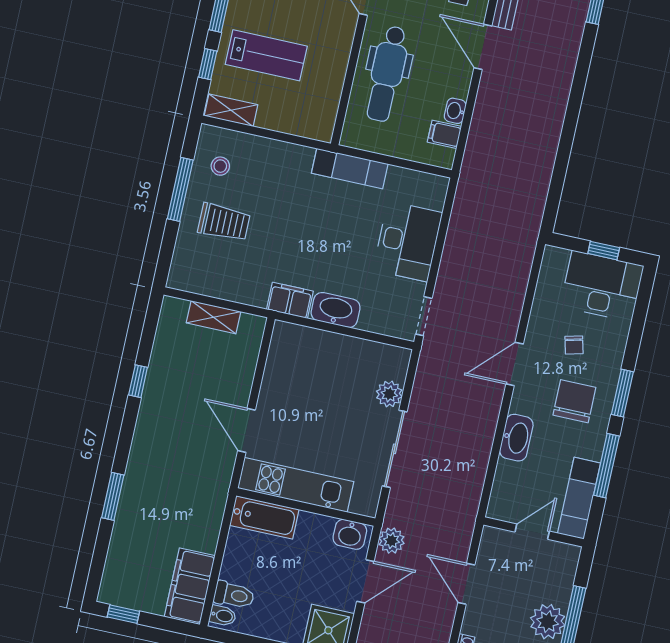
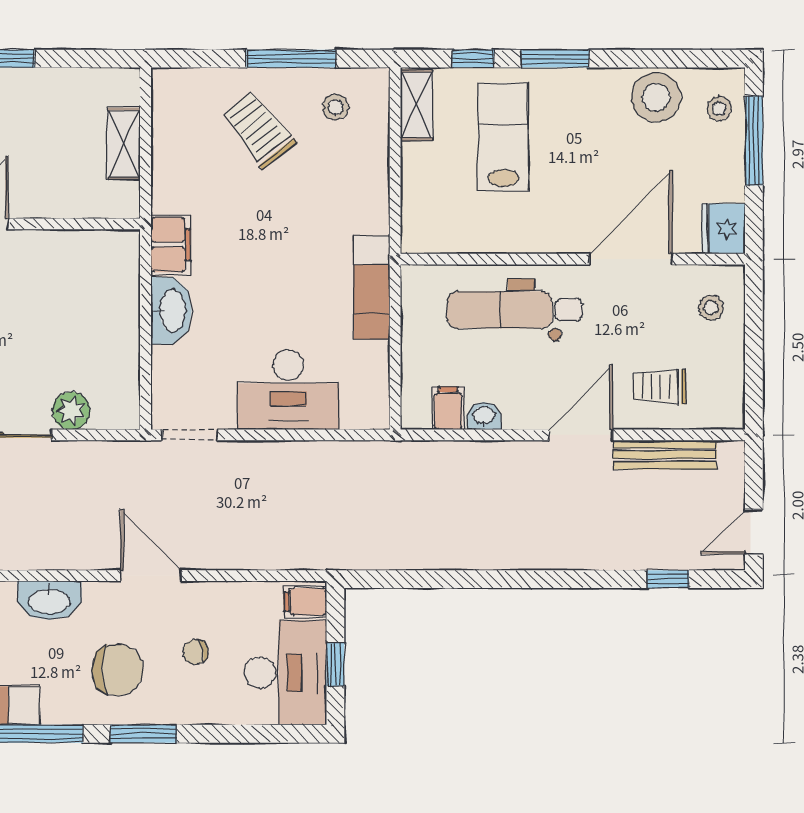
lab bench: (266, 55) -> (503, 137), turned 180
trolley: (224, 222) -> (259, 129), turned 142
filing cabinet: (556, 262) -> (305, 602), added

